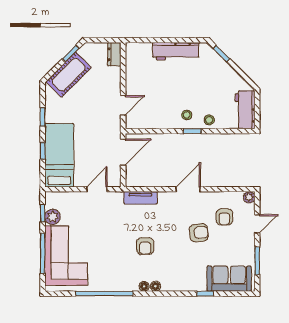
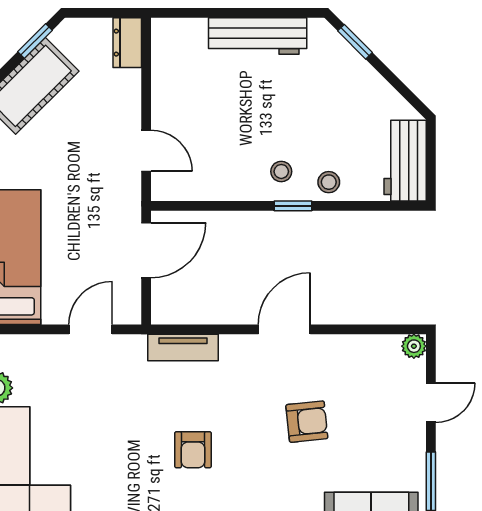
door: (123, 105) -> (146, 151), hinge flipped
armchair: (224, 217) -> (361, 388), removed

